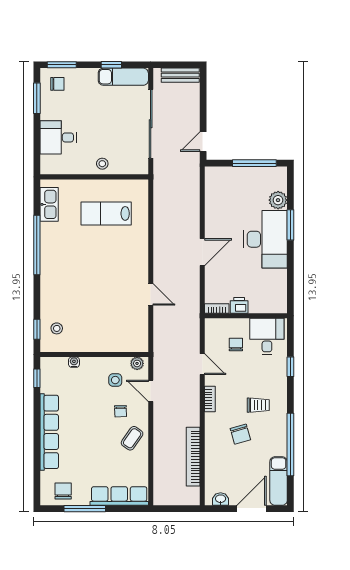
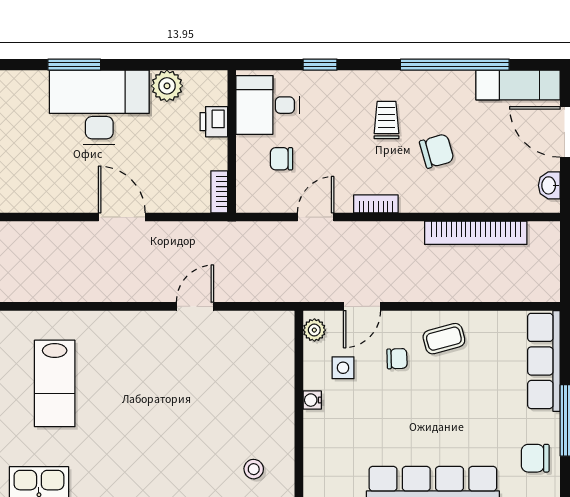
plant: (278, 200) -> (167, 86), moved
printer: (239, 305) -> (214, 122), moved
water cooler: (74, 362) -> (312, 400), moved
coffee table: (132, 438) -> (444, 339), turned -50

